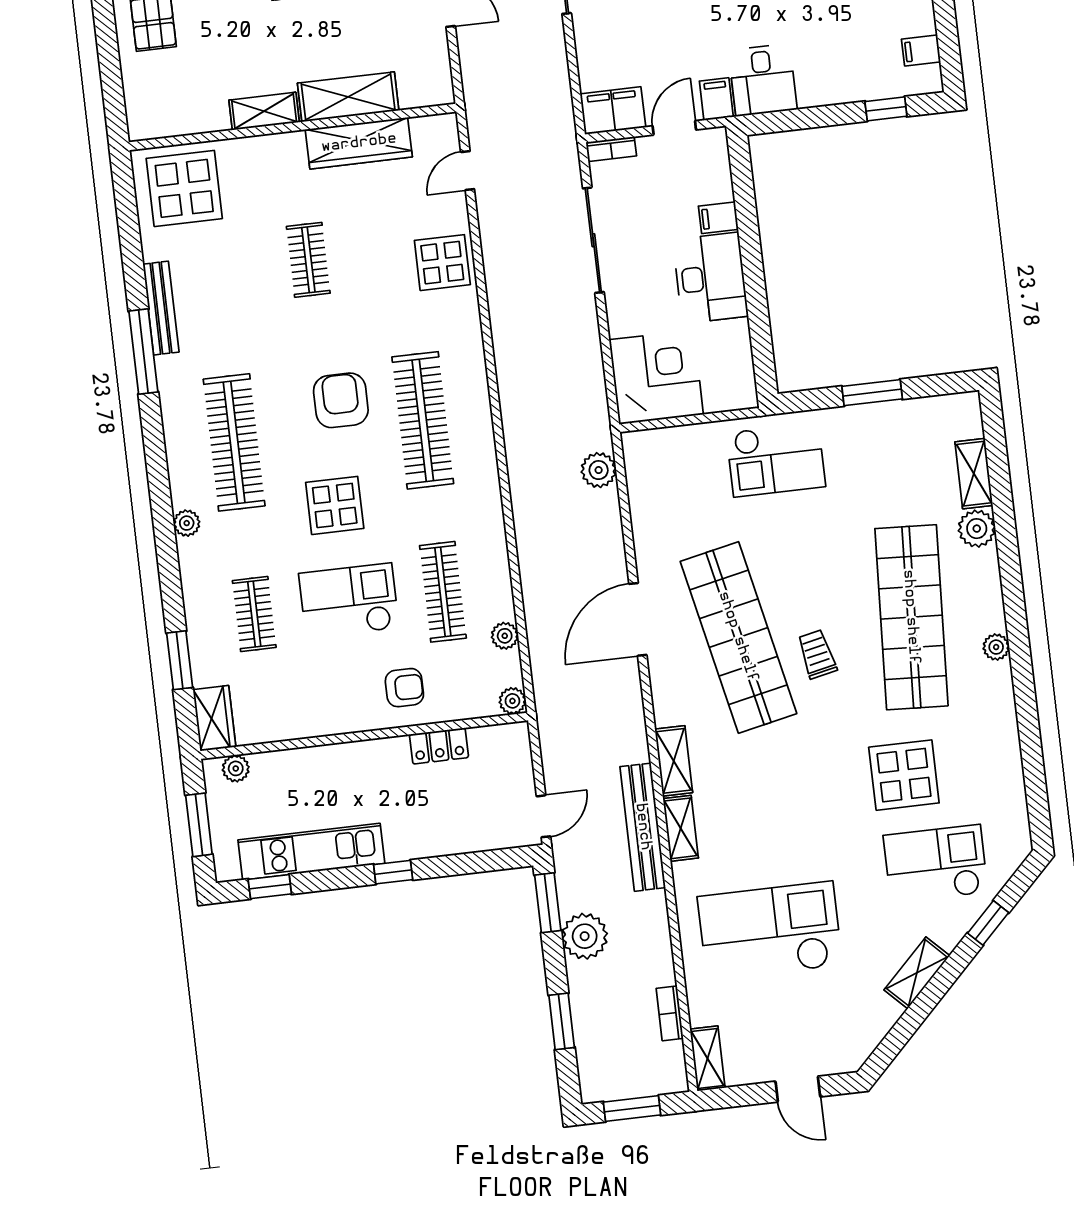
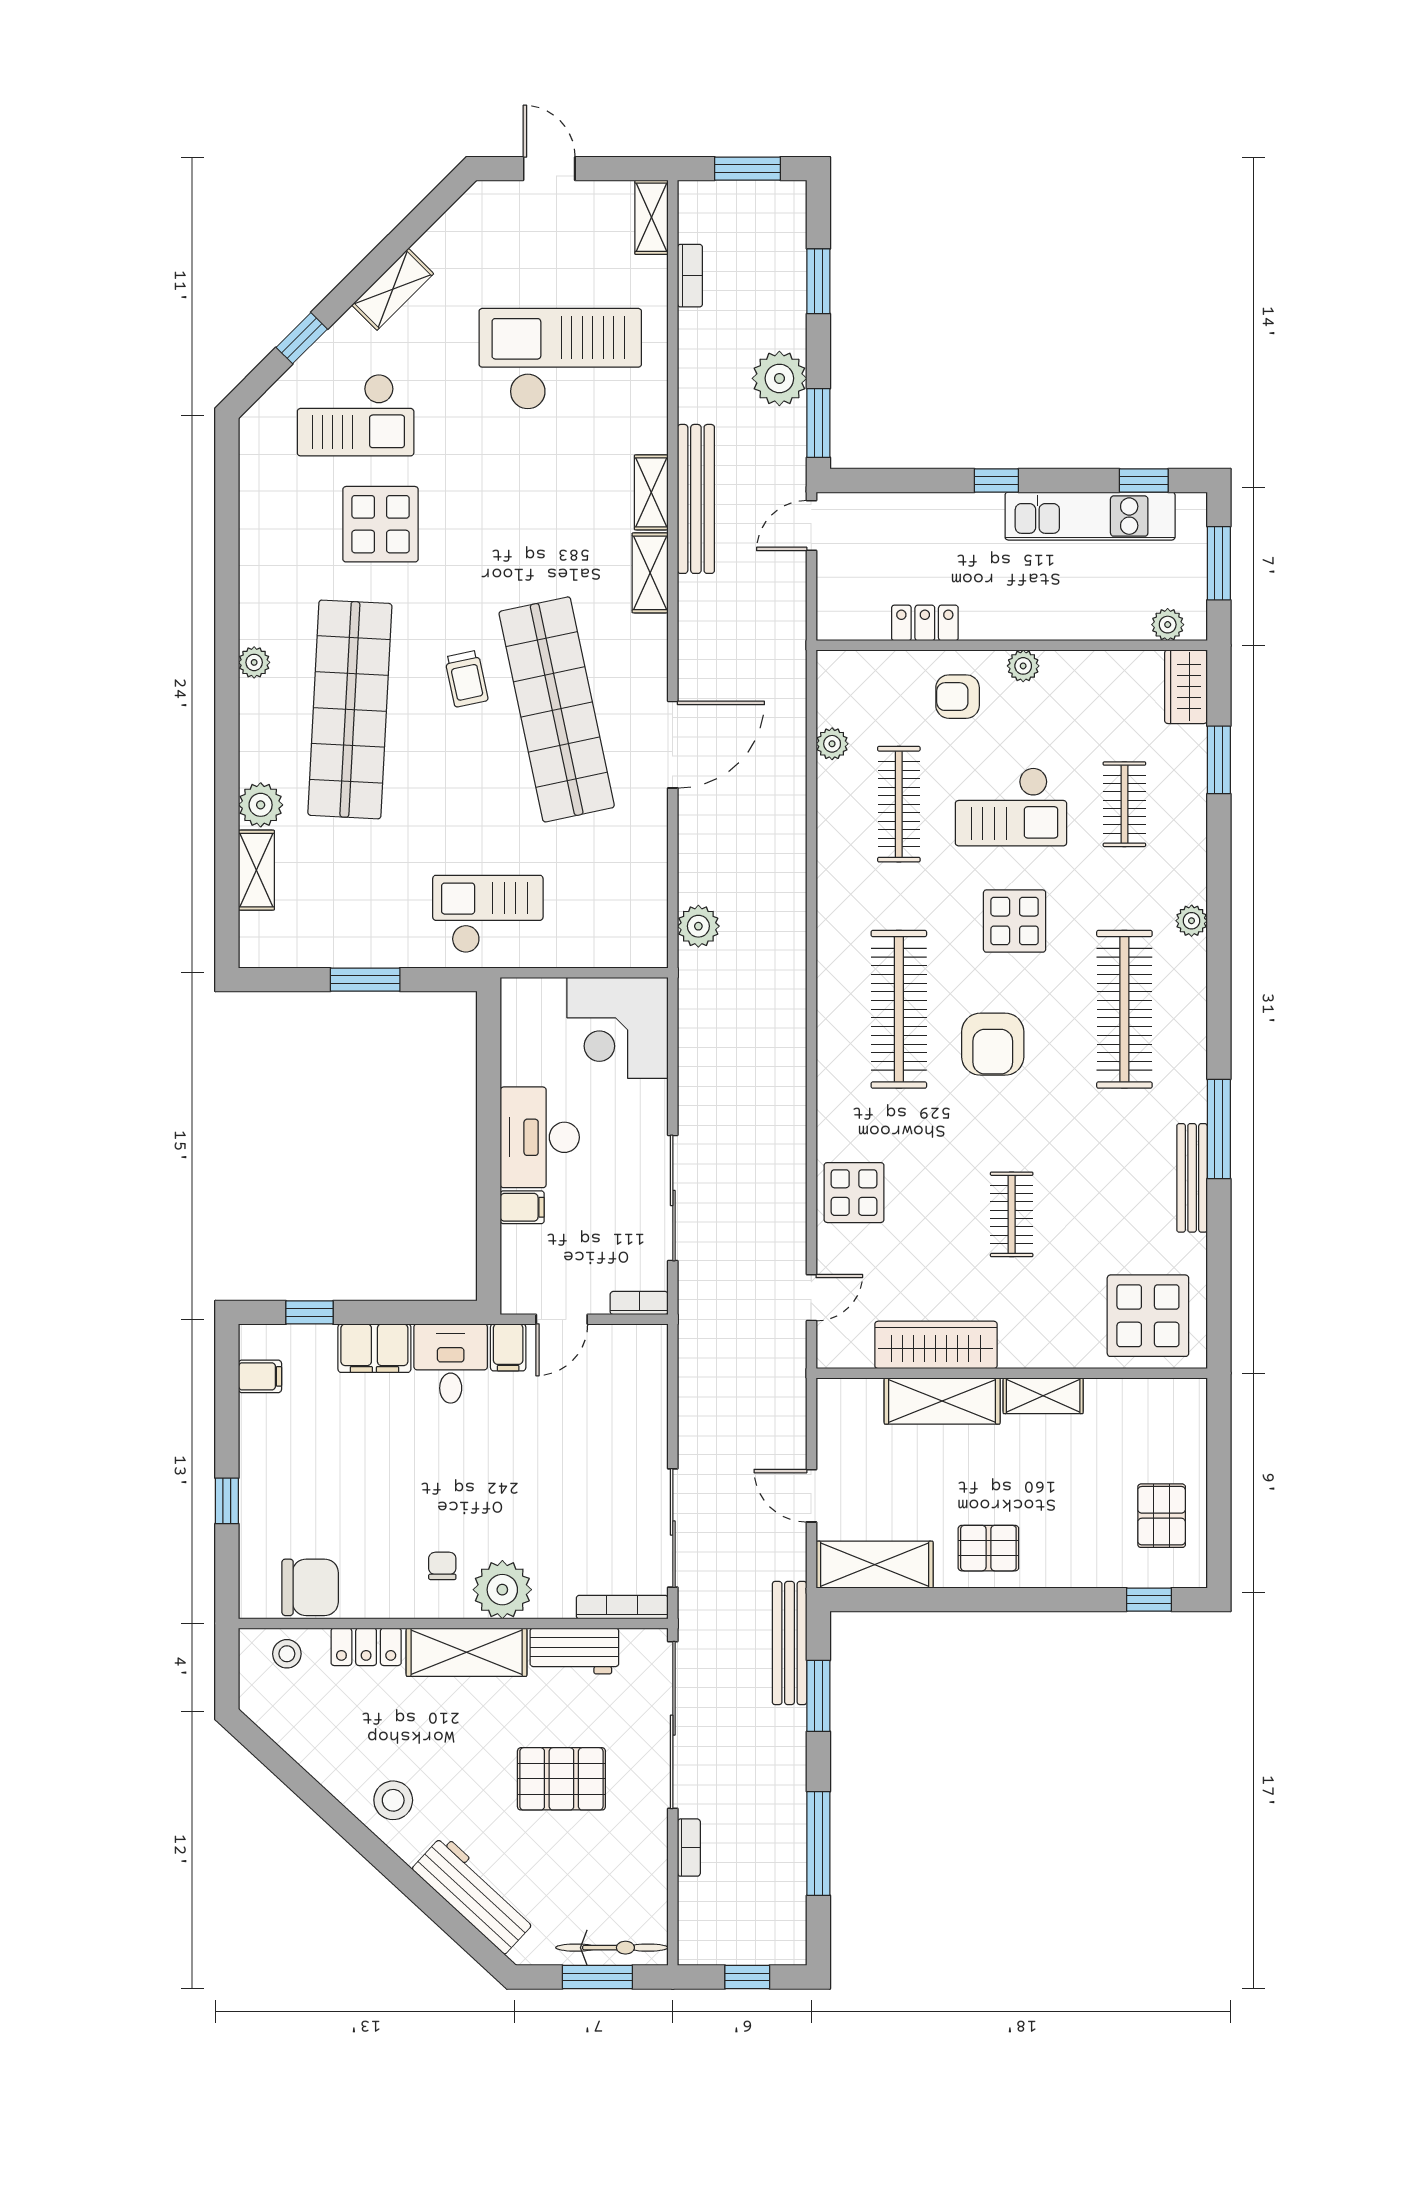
filing cabinet: (613, 111) -> (374, 1348), moved
plant: (512, 701) -> (1023, 666), moved
checkout: (770, 931) -> (560, 359), turned 180

